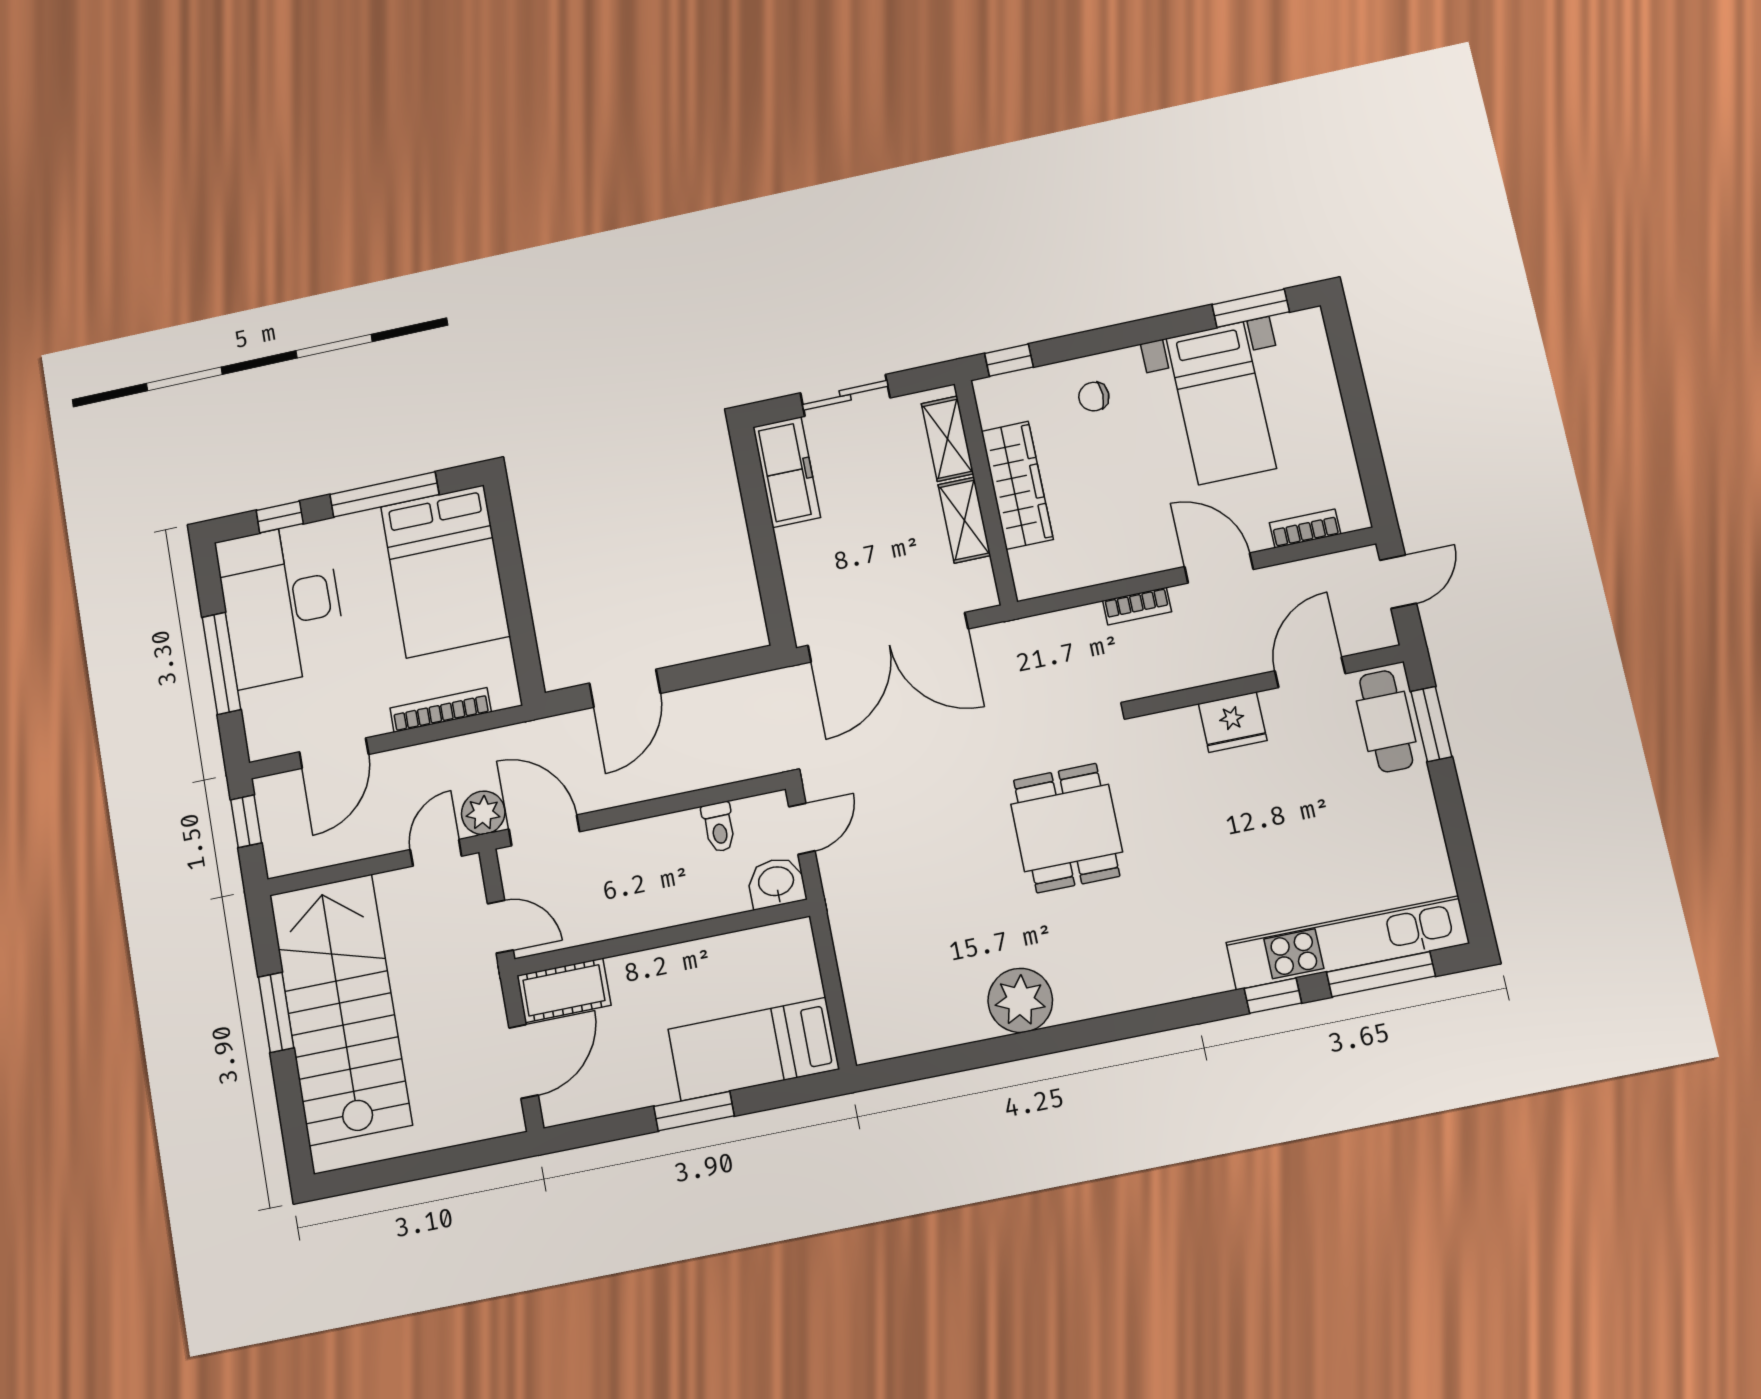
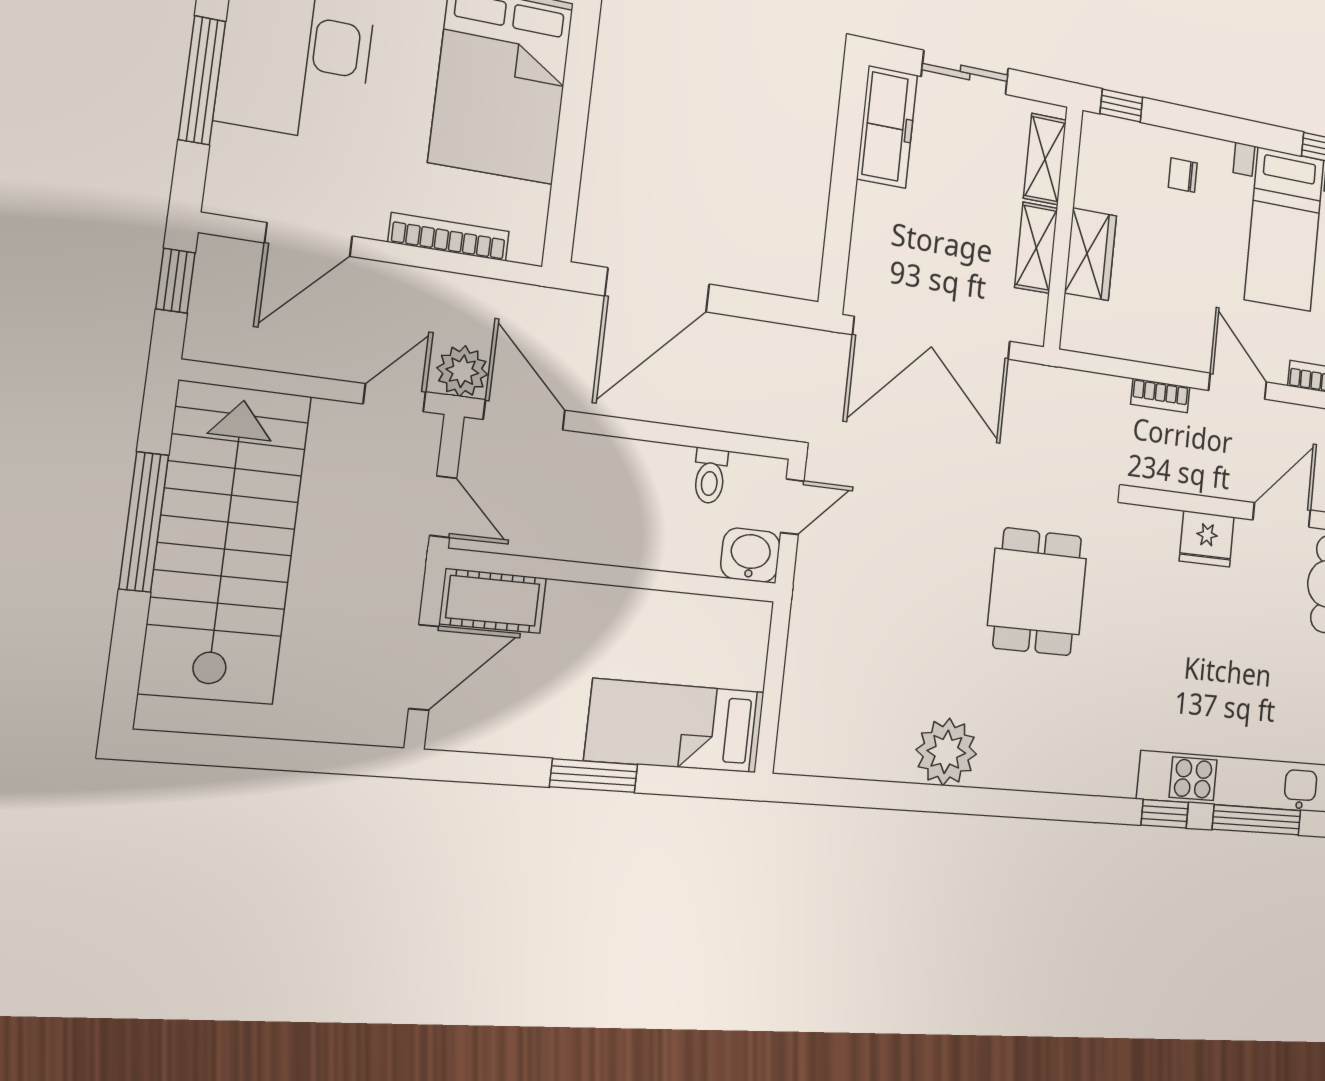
wardrobe: (1017, 485) -> (1090, 254), width x0.67
door: (625, 688) -> (657, 290), width x1.36
window: (276, 1012) -> (144, 522), width x1.44

